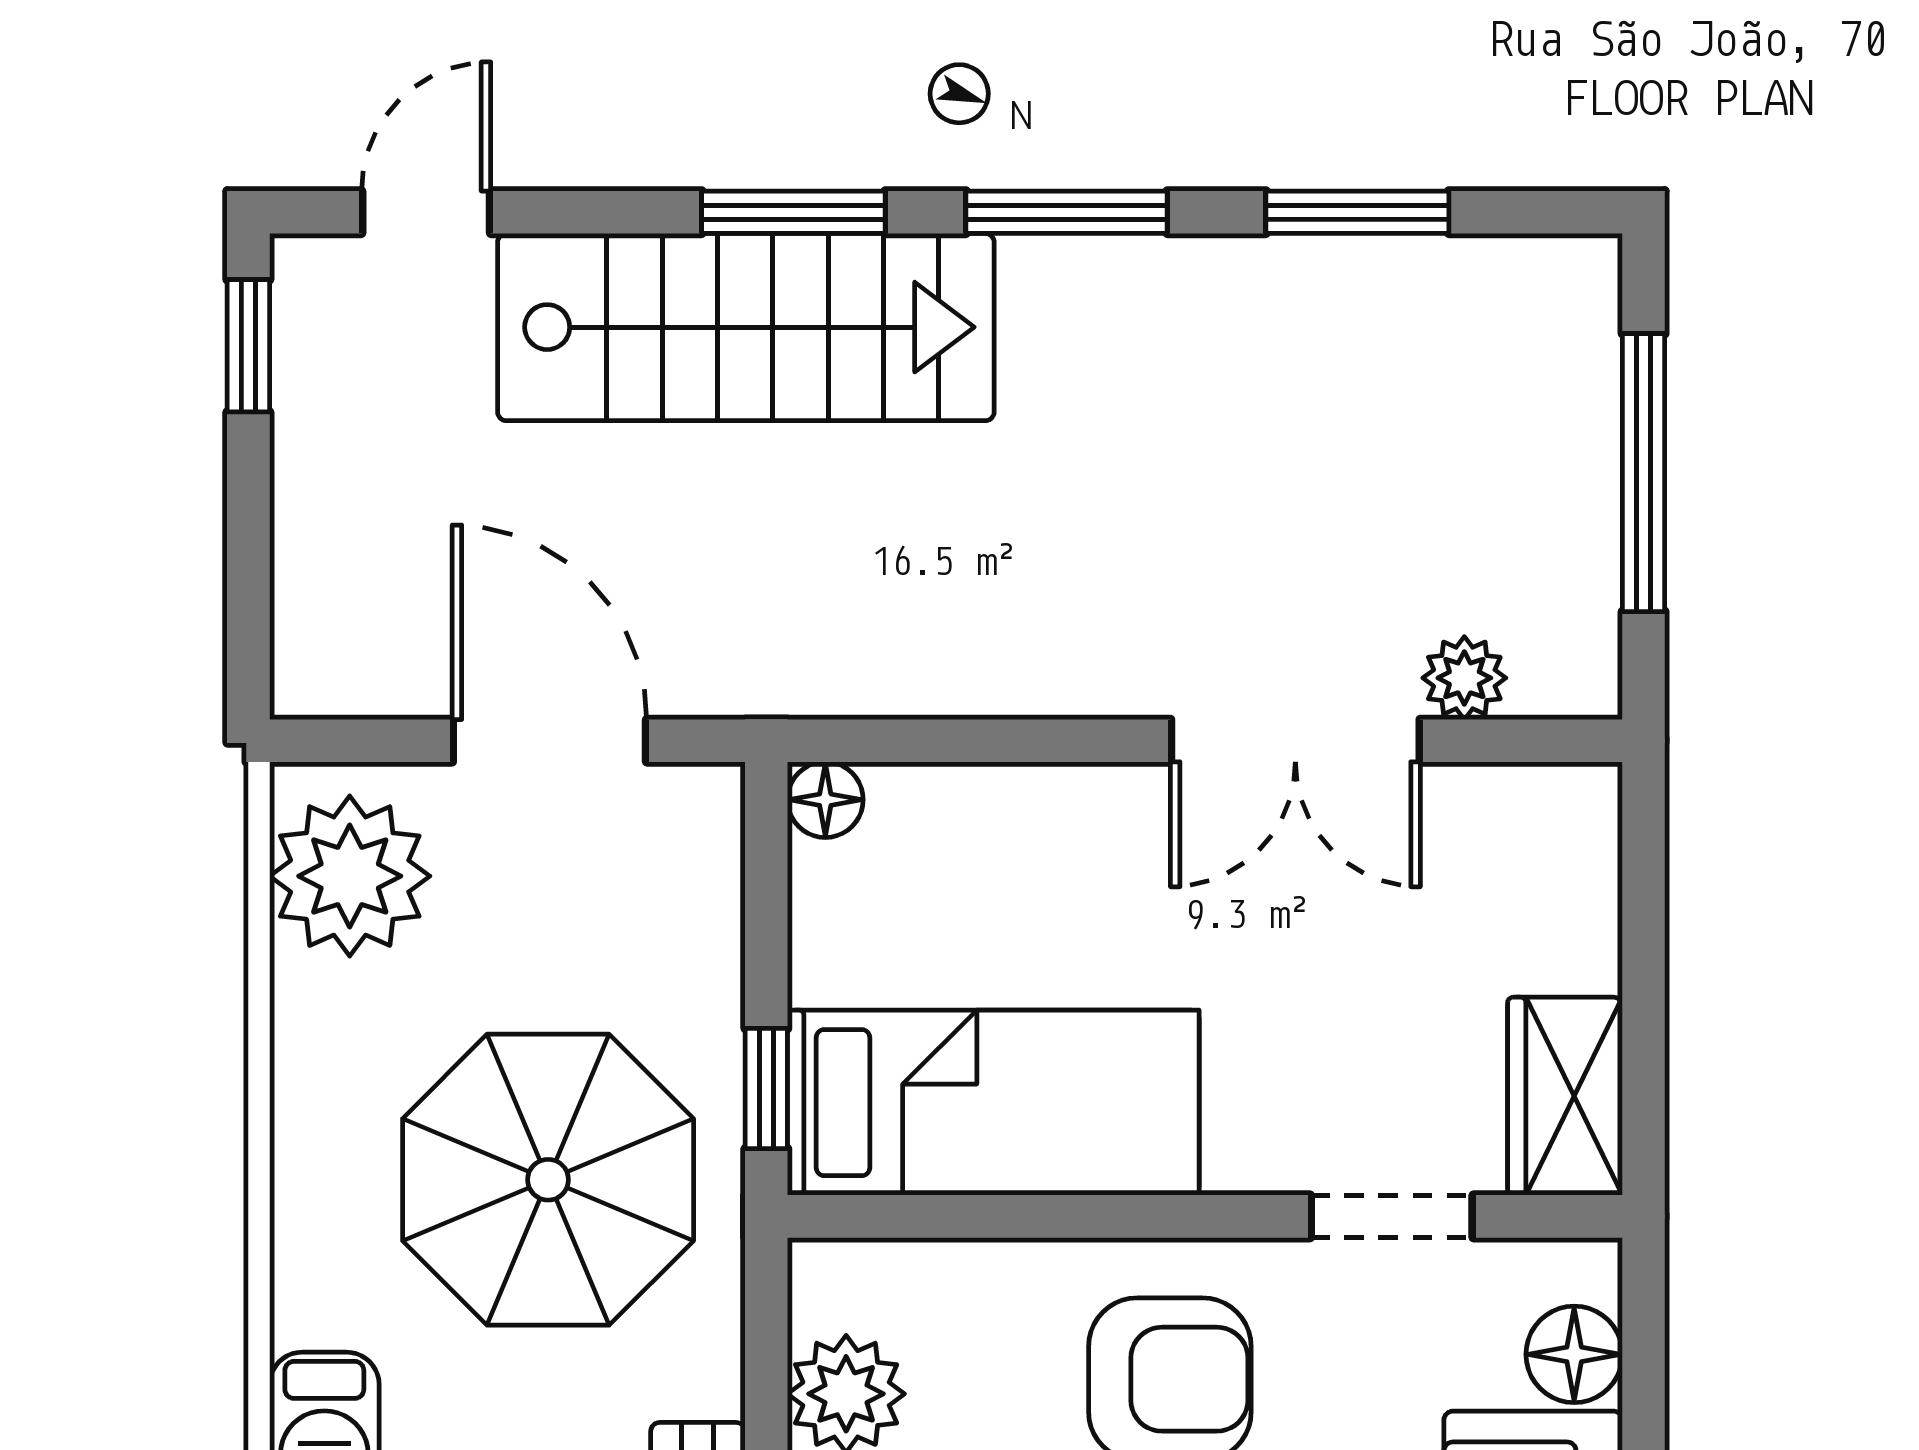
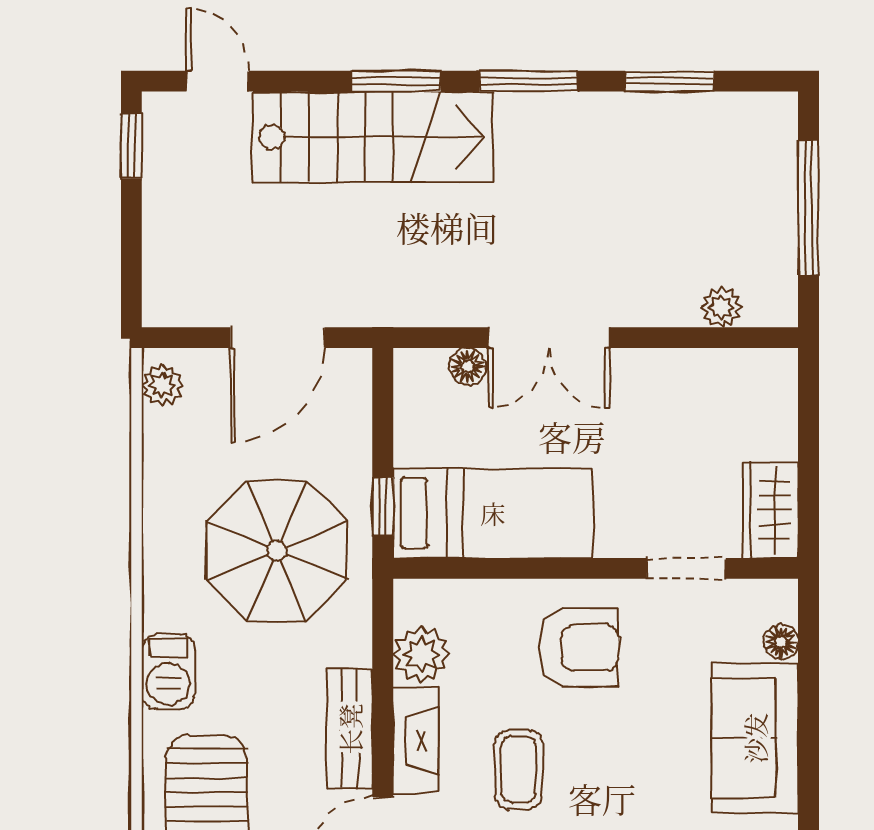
door: (426, 212) -> (218, 81), hinge flipped
door: (549, 741) -> (278, 338), swing flipped
double door: (1295, 741) -> (549, 338), moved
floor lamp: (825, 800) -> (468, 366), moved
plant: (350, 876) -> (162, 385), width x0.53, depth x0.53
floor lamp: (1574, 1354) -> (781, 642), width x0.73, depth x0.73

